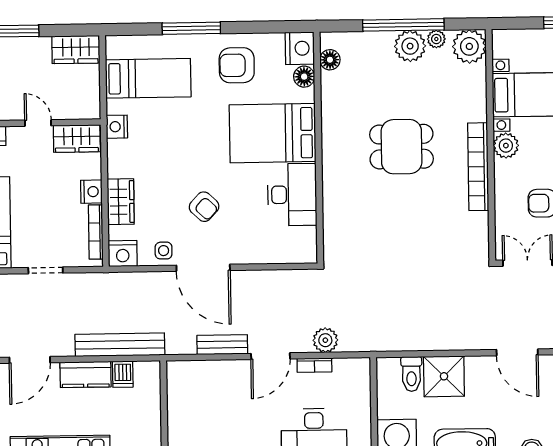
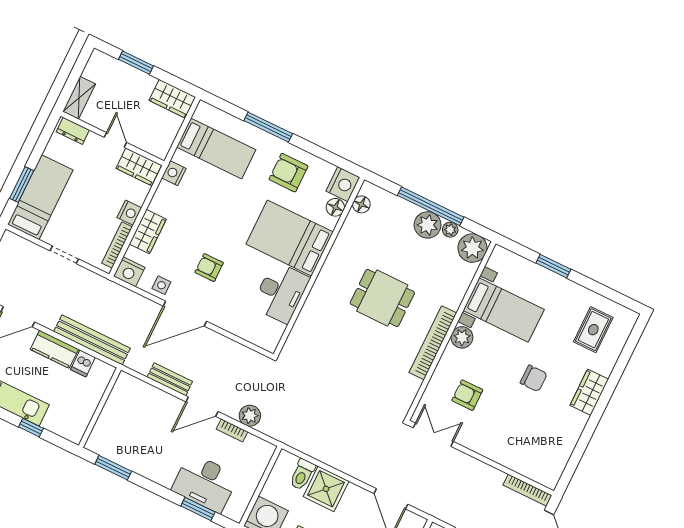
armchair: (204, 207) -> (209, 268), turned 137
door: (203, 268) -> (185, 314), hinge flipped

